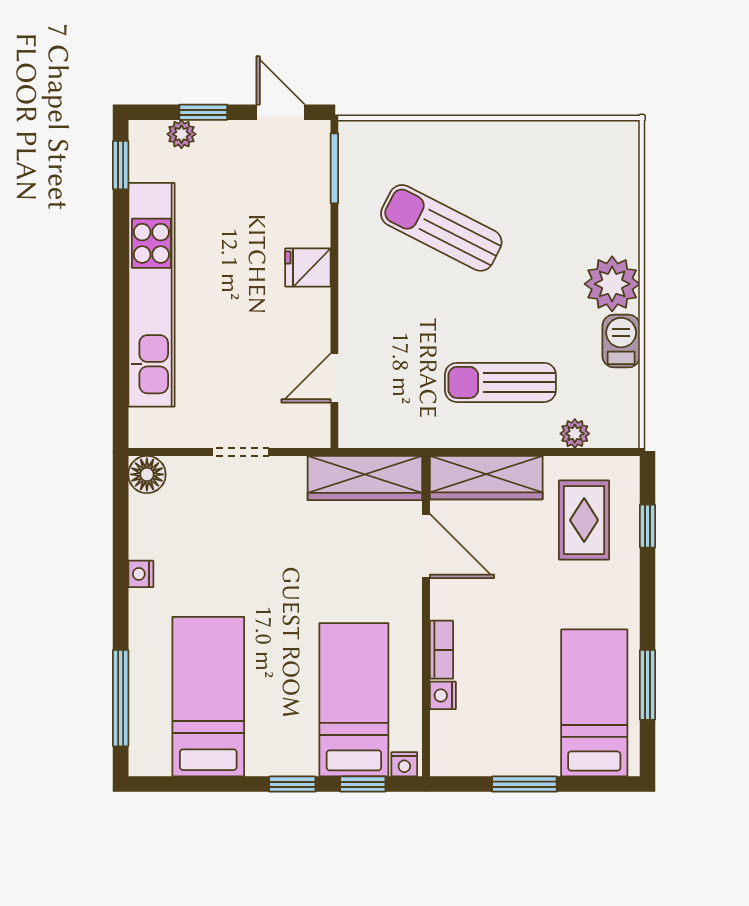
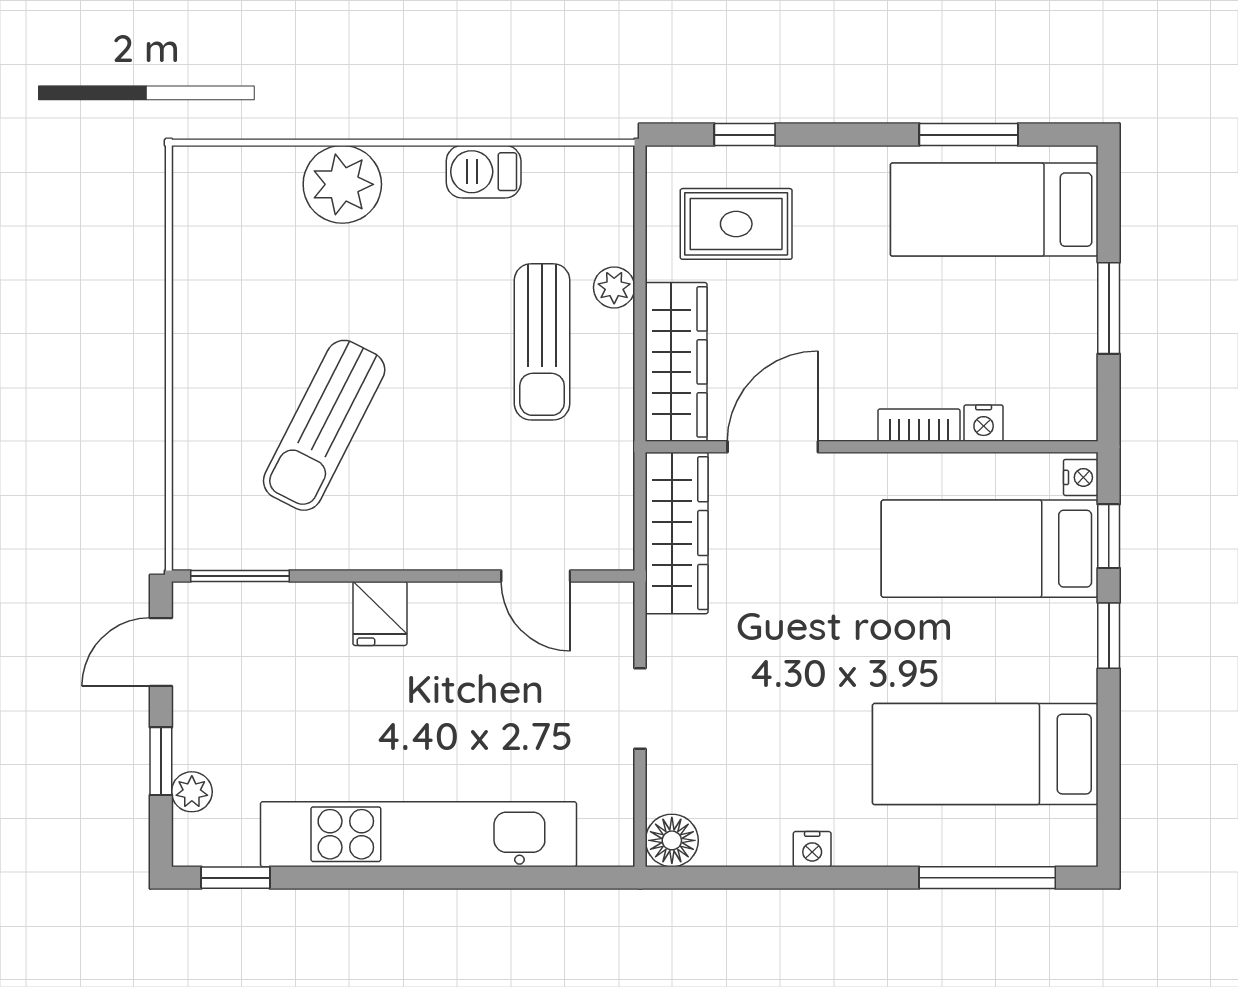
plant: (612, 284) -> (342, 184), moved
plant: (575, 434) -> (614, 287), moved

